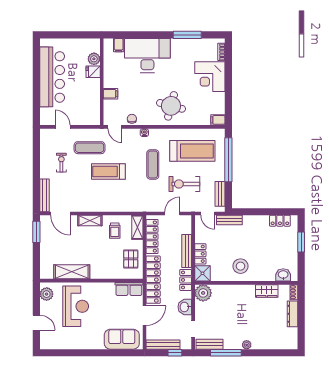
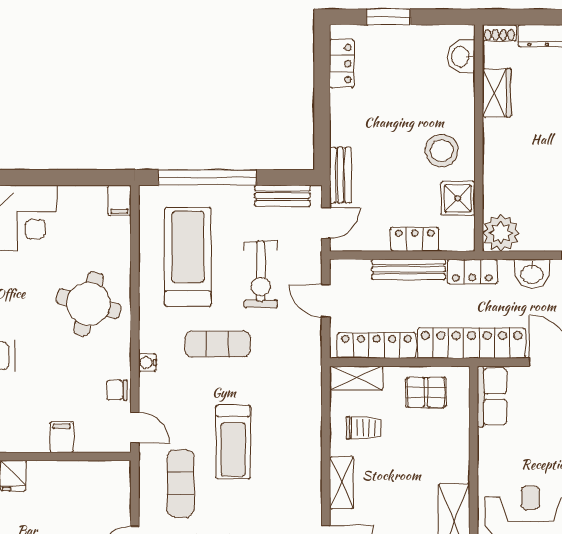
door: (115, 127) -> (135, 427), hinge flipped
shower: (202, 273) -> (458, 198), moved

